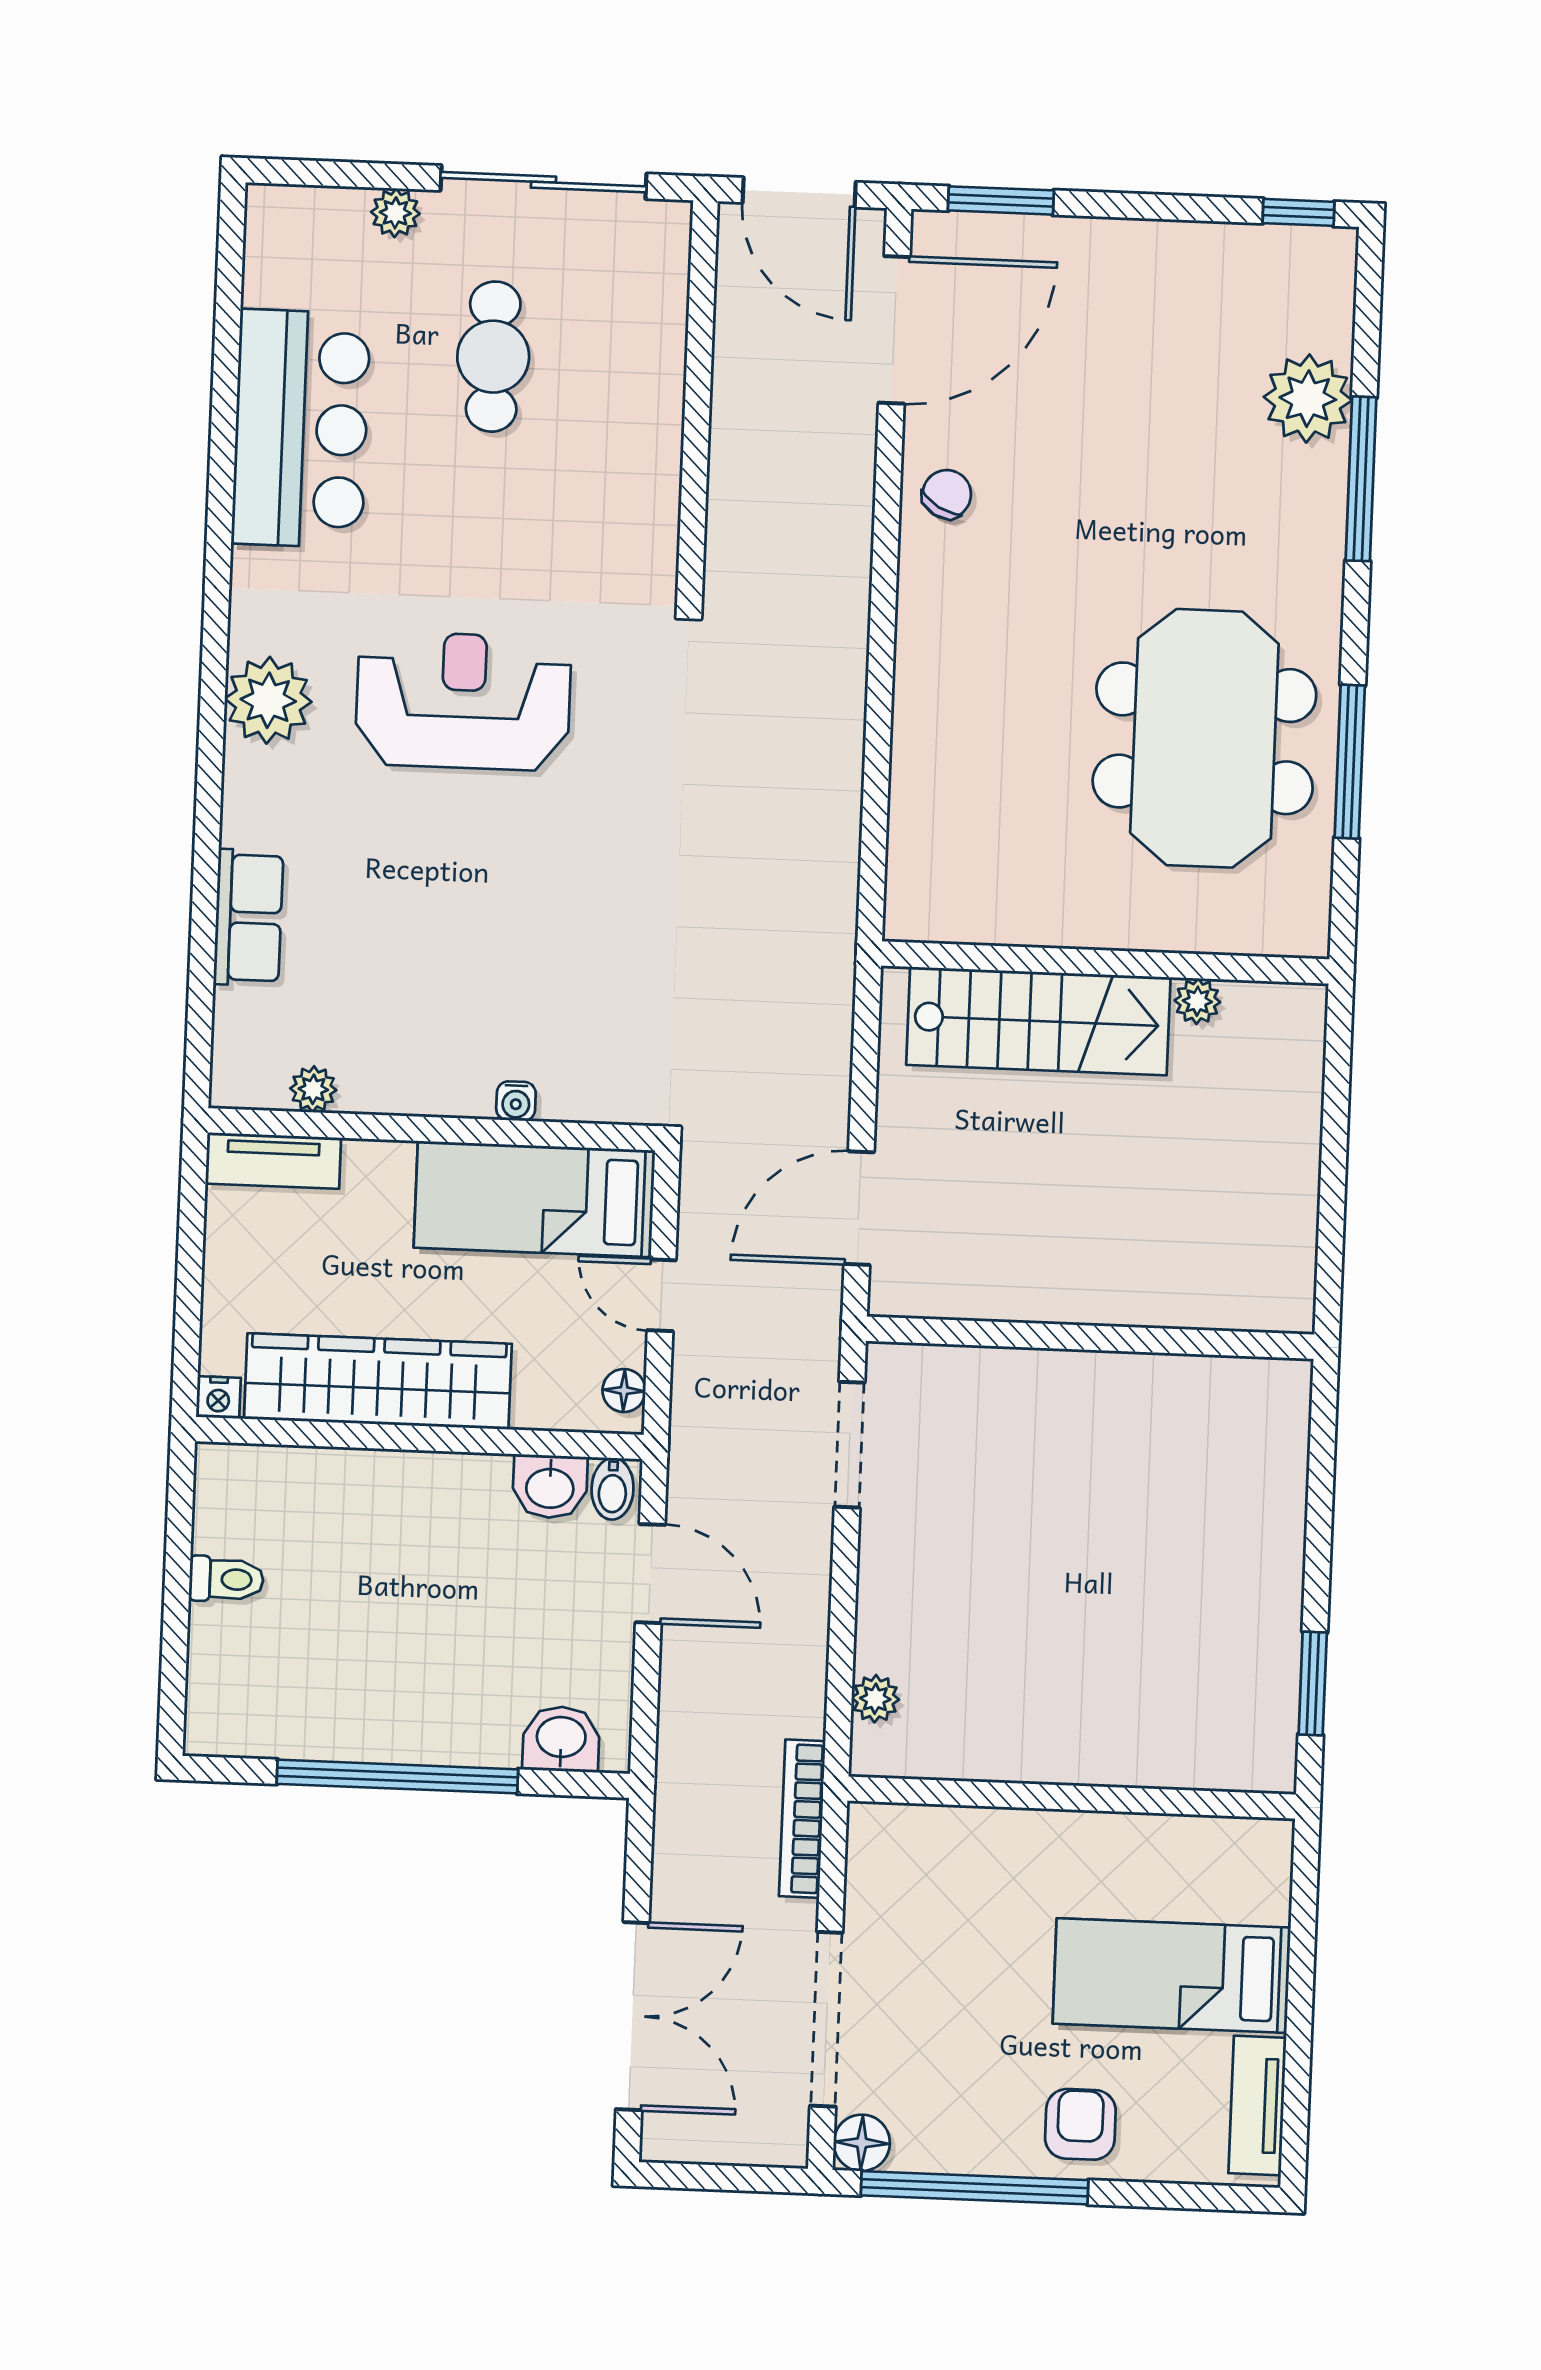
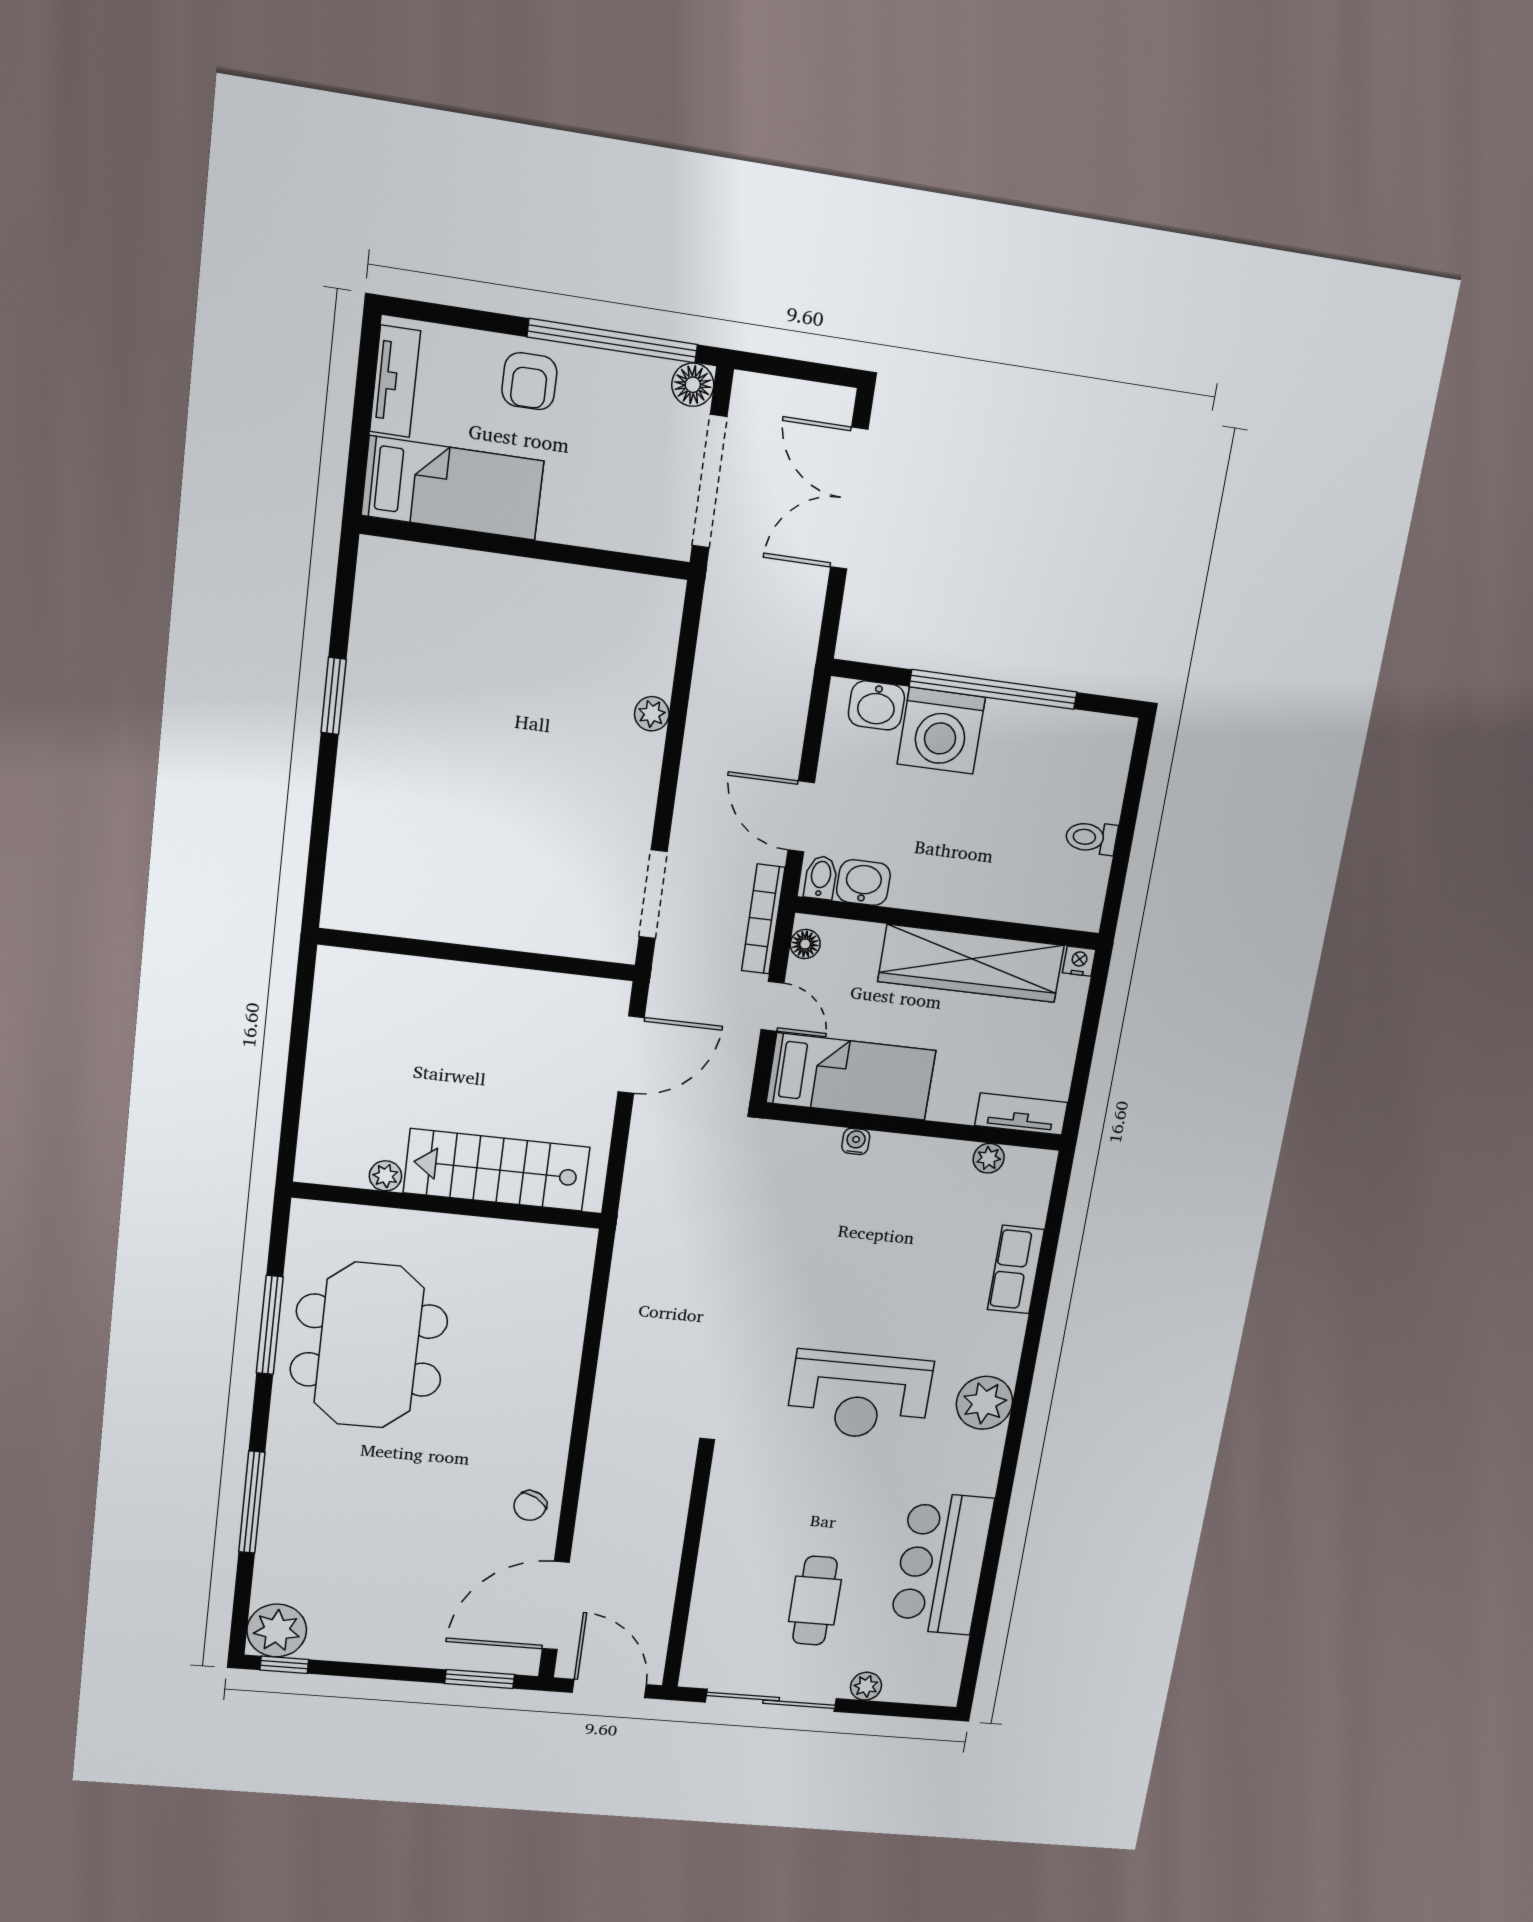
plant: (1308, 399) -> (277, 1630), moved
washing machine: (464, 1712) -> (941, 731), added
wall: (1072, 1798) -> (526, 548), moved
bookcase: (802, 1819) -> (763, 919), moved, turned 180

